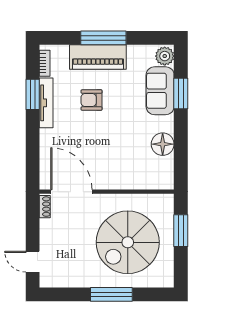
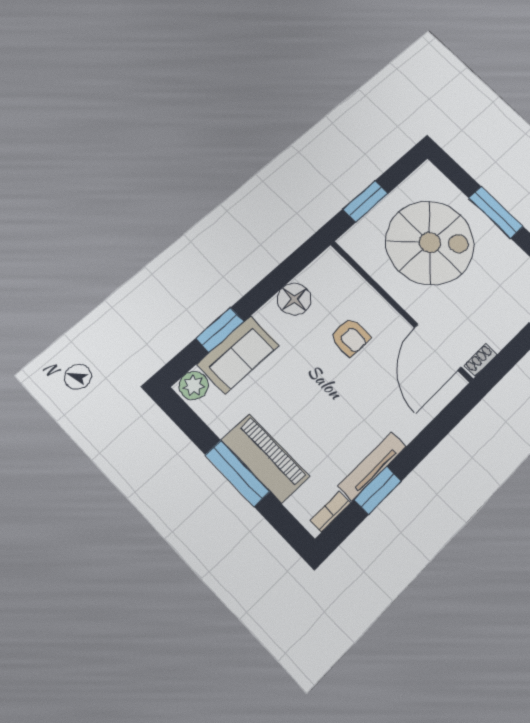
armchair: (92, 100) -> (350, 337), moved

